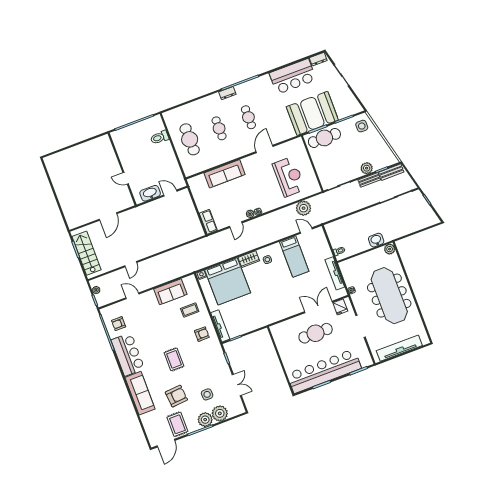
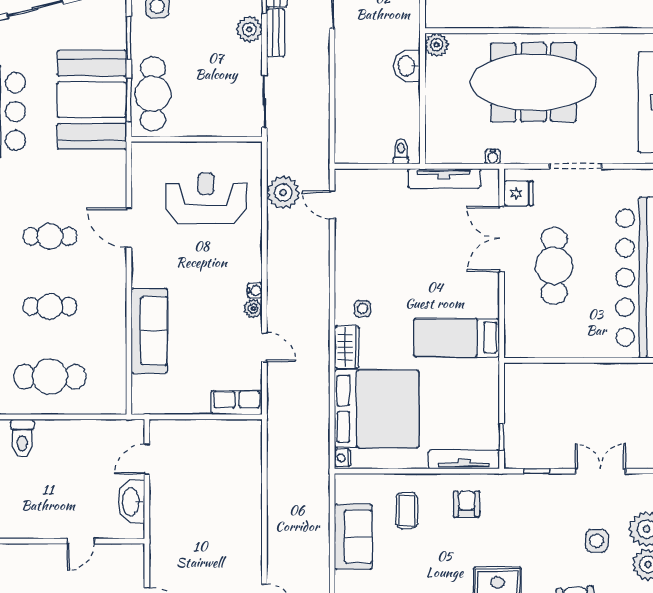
door: (306, 231) -> (332, 204), hinge flipped
bed: (294, 257) -> (457, 338), moved, turned 180

